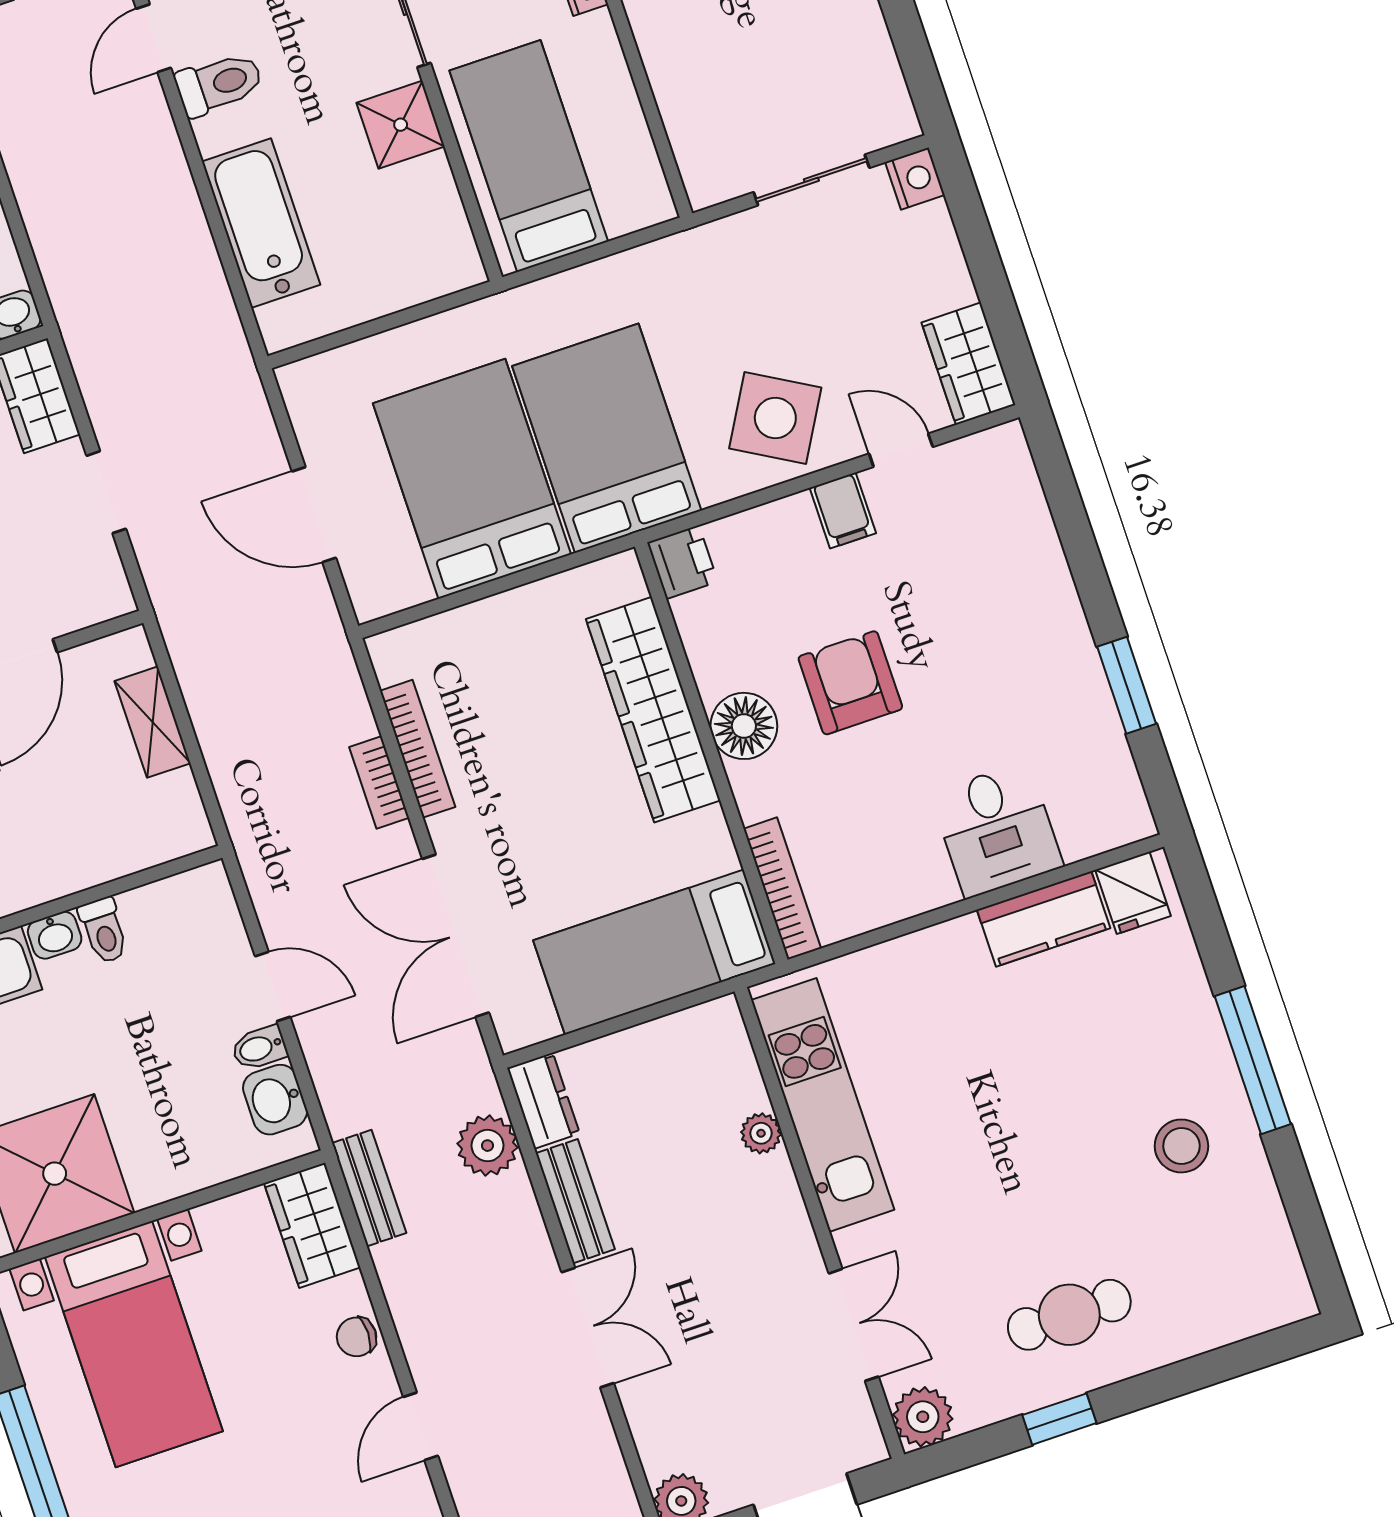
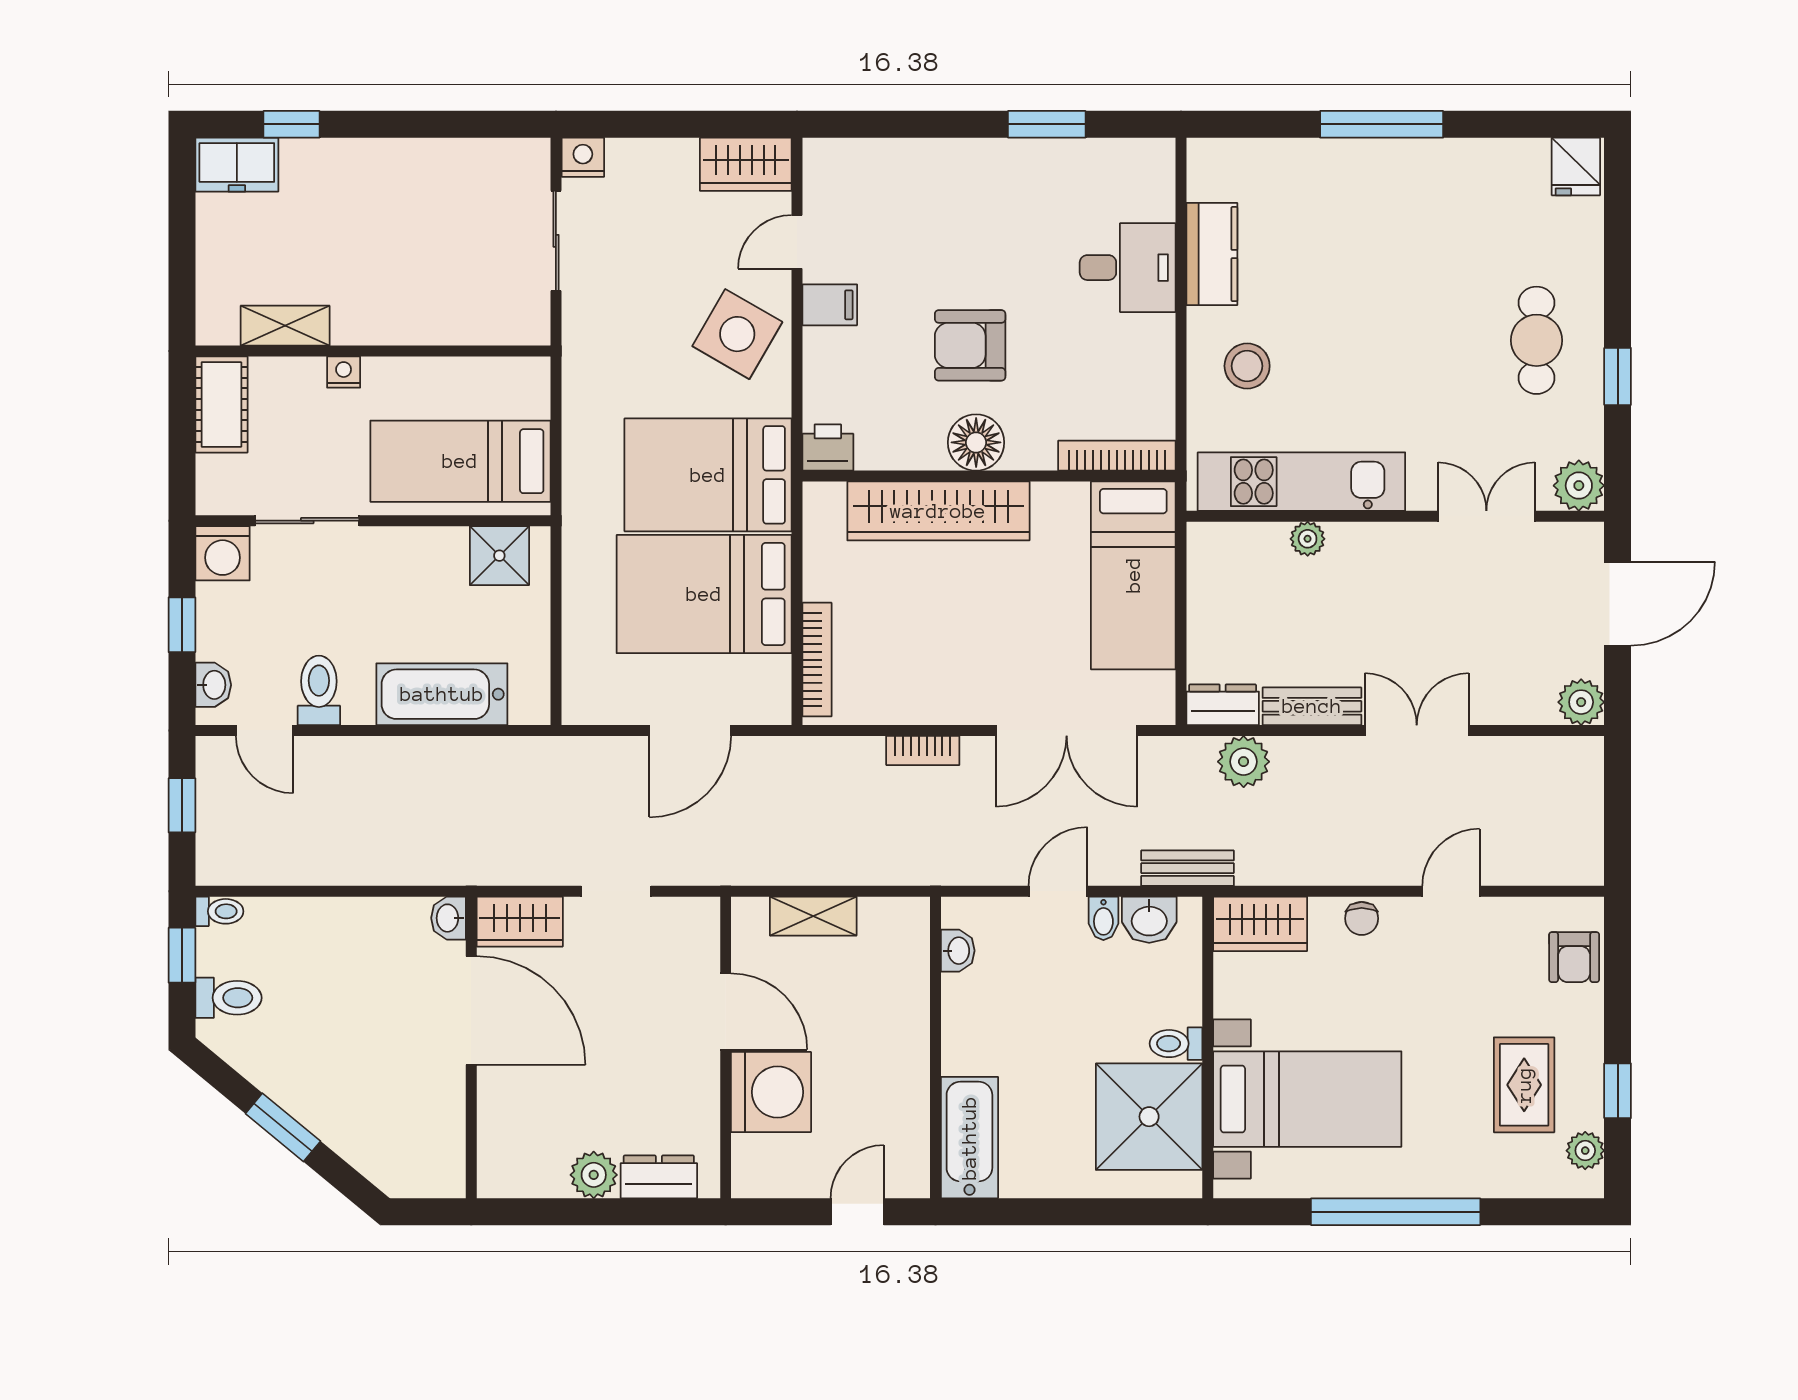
shower: (401, 125) -> (499, 556), moved
bookcase: (418, 749) -> (817, 660), moved, turned 90
fridge: (1133, 893) -> (1576, 166), moved, turned 90
toilet: (104, 930) -> (1176, 1044), moved, turned 180
washbasin: (55, 935) -> (958, 951), moved
stool: (1181, 1146) -> (1247, 366), moved
bench: (369, 1188) -> (1187, 868), moved
door: (421, 1426) -> (1451, 891), swing flipped

